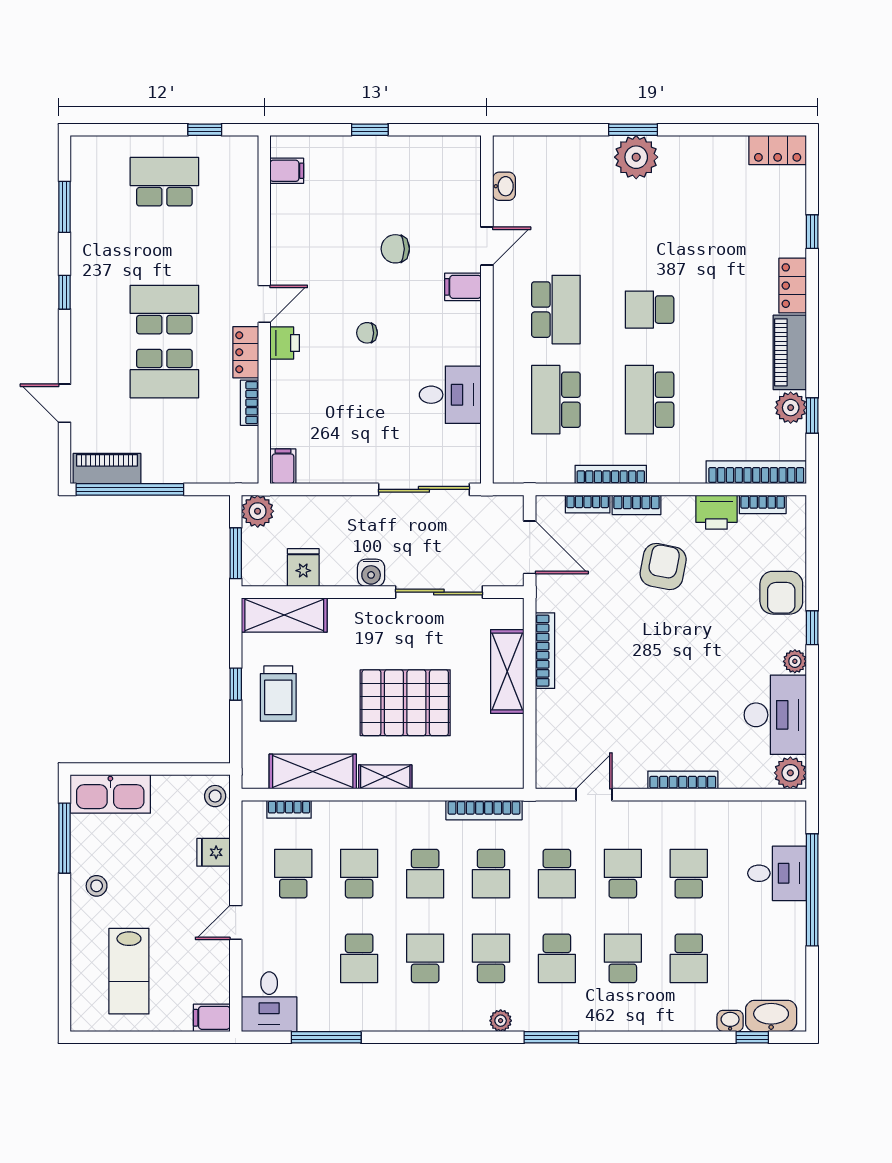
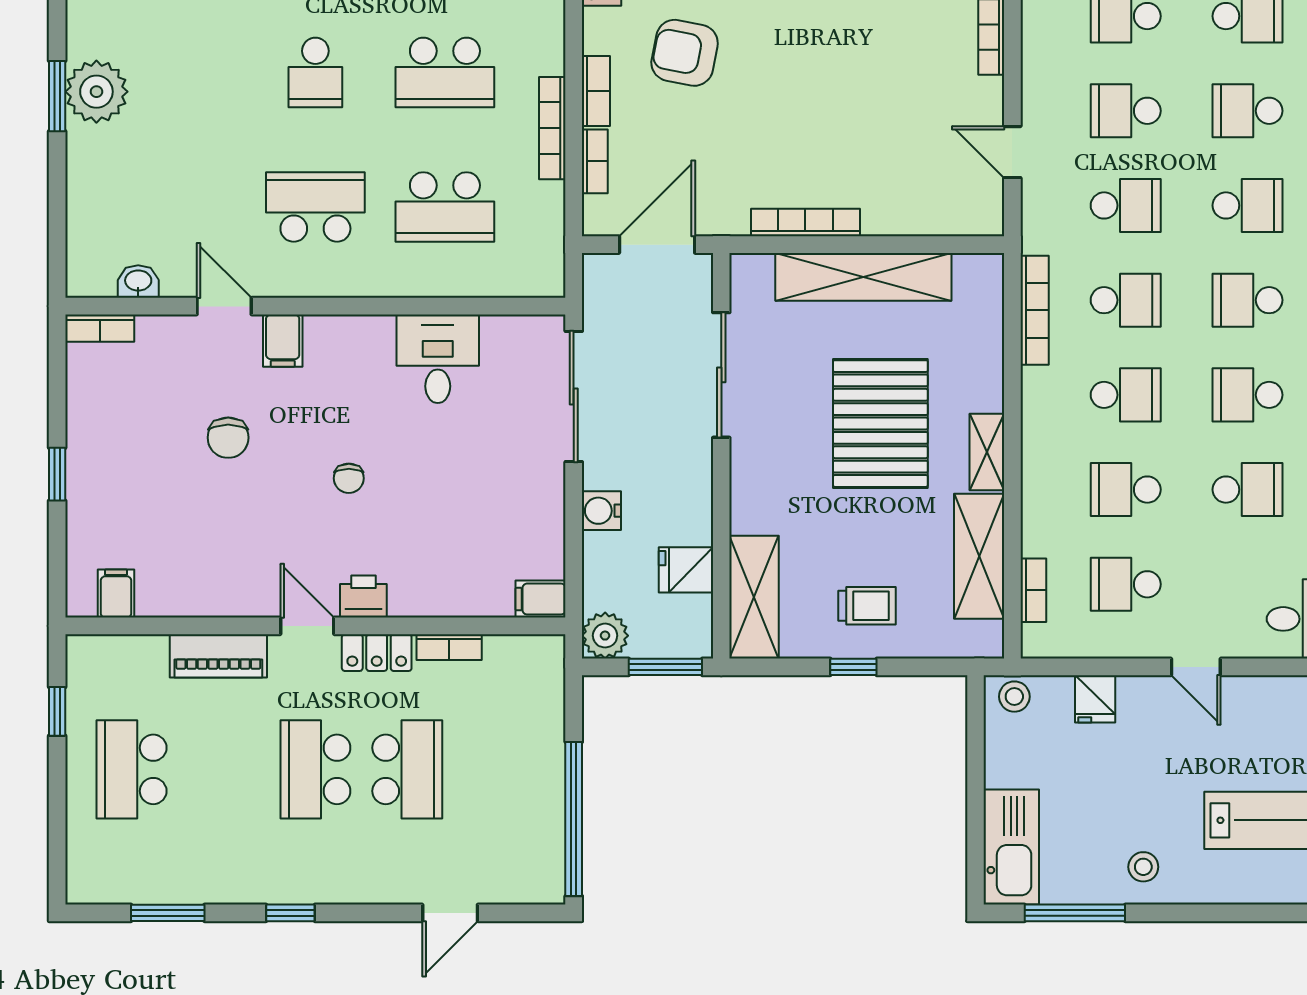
bookcase: (472, 159) -> (100, 328), added
piano: (107, 469) -> (218, 656), moved, turned -90
water cooler: (371, 573) -> (601, 511), moved, turned 180
shelving: (507, 671) -> (863, 277), width x1.47
trolley: (278, 694) -> (867, 606), width x0.73, depth x0.72

